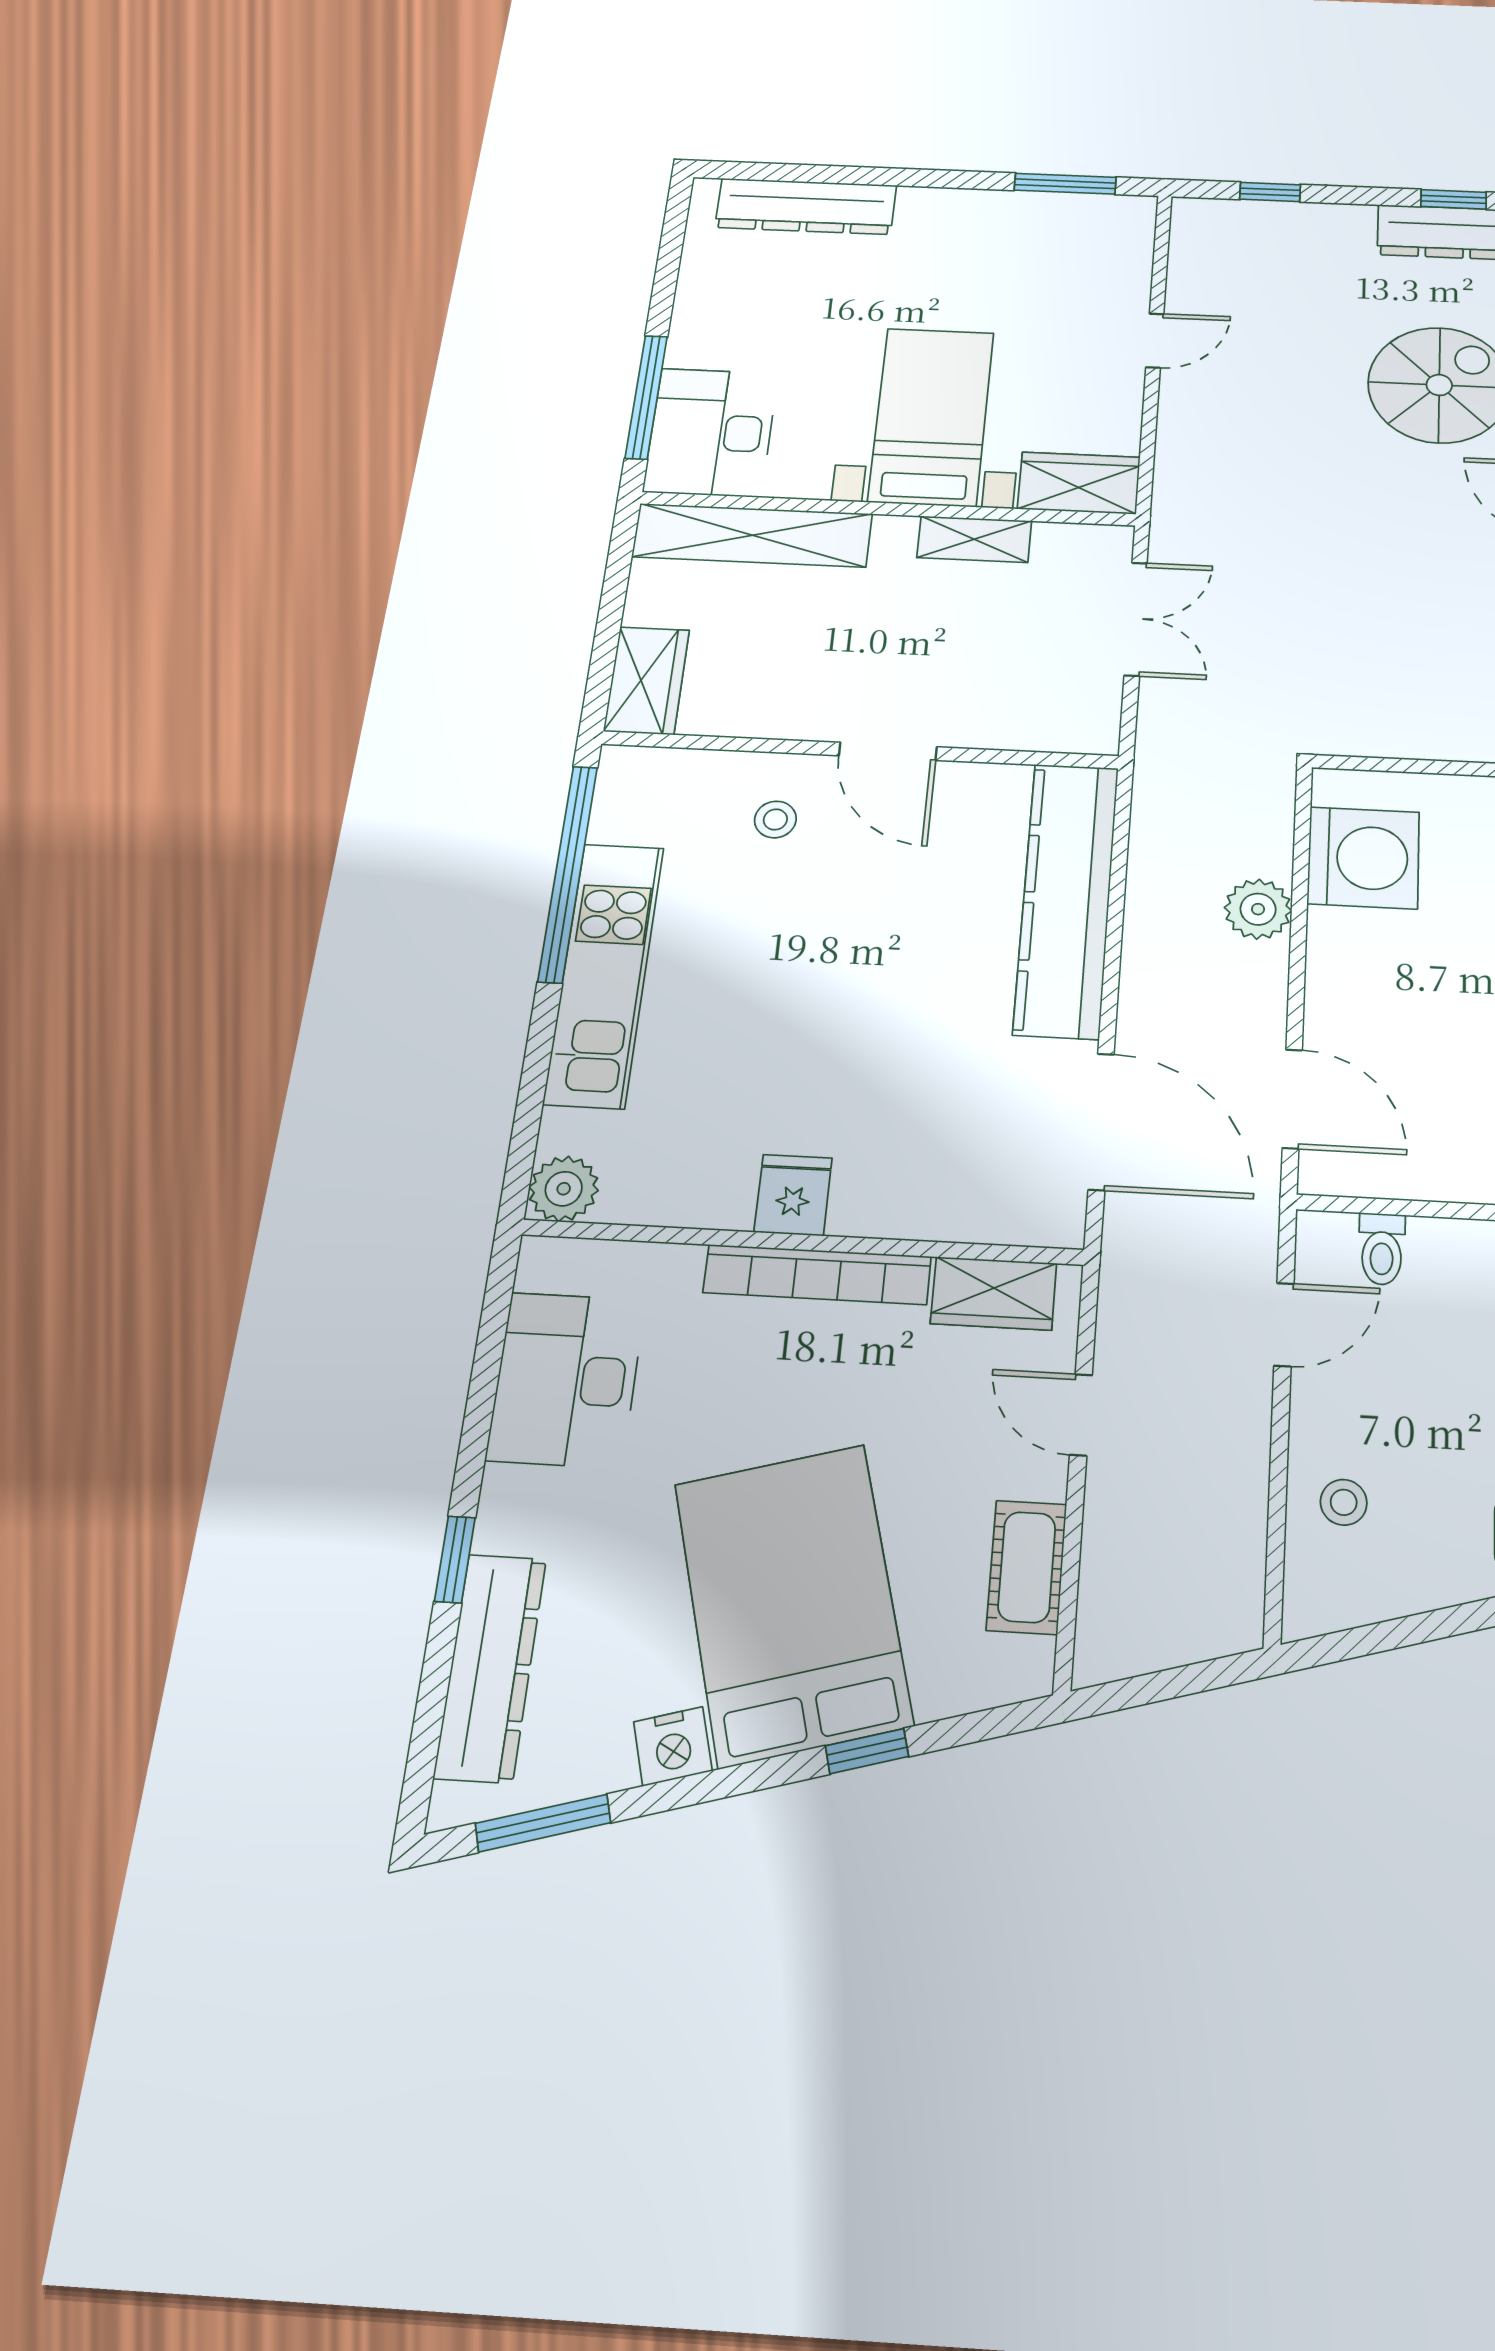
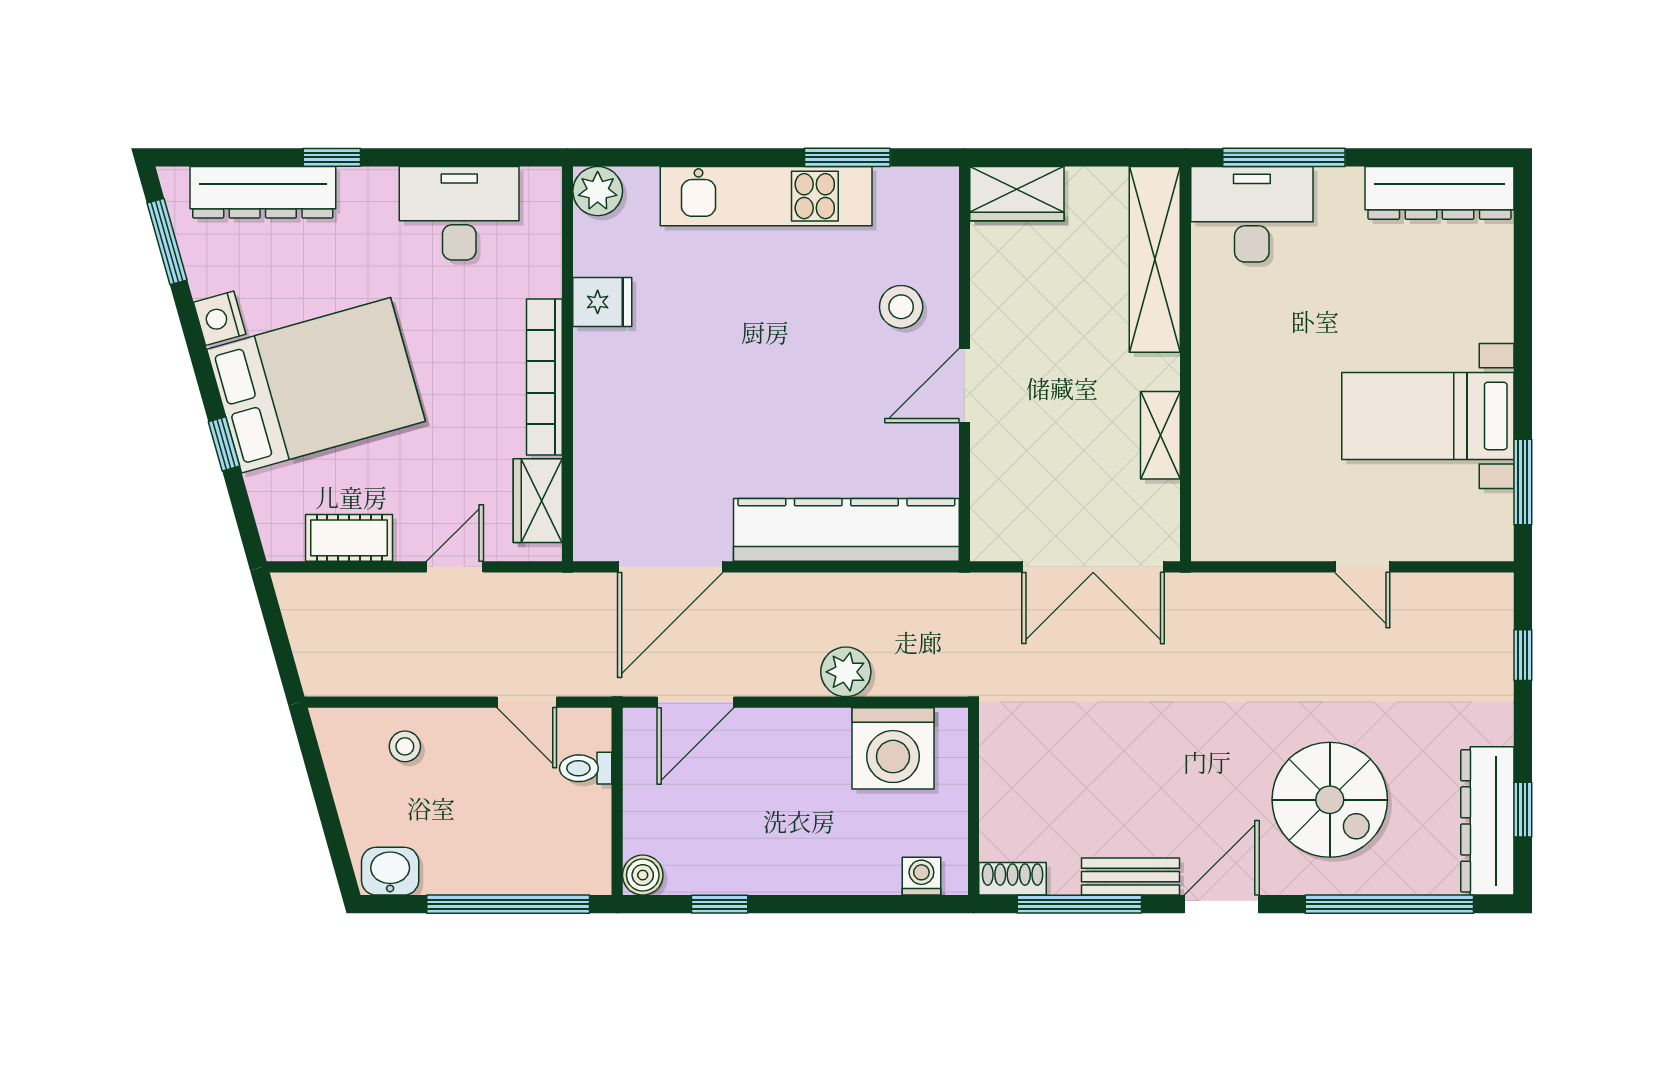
dresser: (806, 206) -> (1439, 193), moved, turned -90
bed with nightstands: (931, 416) -> (1428, 416), moved, turned 180
wardrobe: (1079, 483) -> (1218, 514), removed
double door: (1136, 619) -> (1093, 567), width x1.37
stool: (775, 819) -> (901, 307), width x1.37, depth x1.37
window: (568, 873) -> (847, 157), width x0.47
fridge: (793, 1195) -> (602, 302), moved

